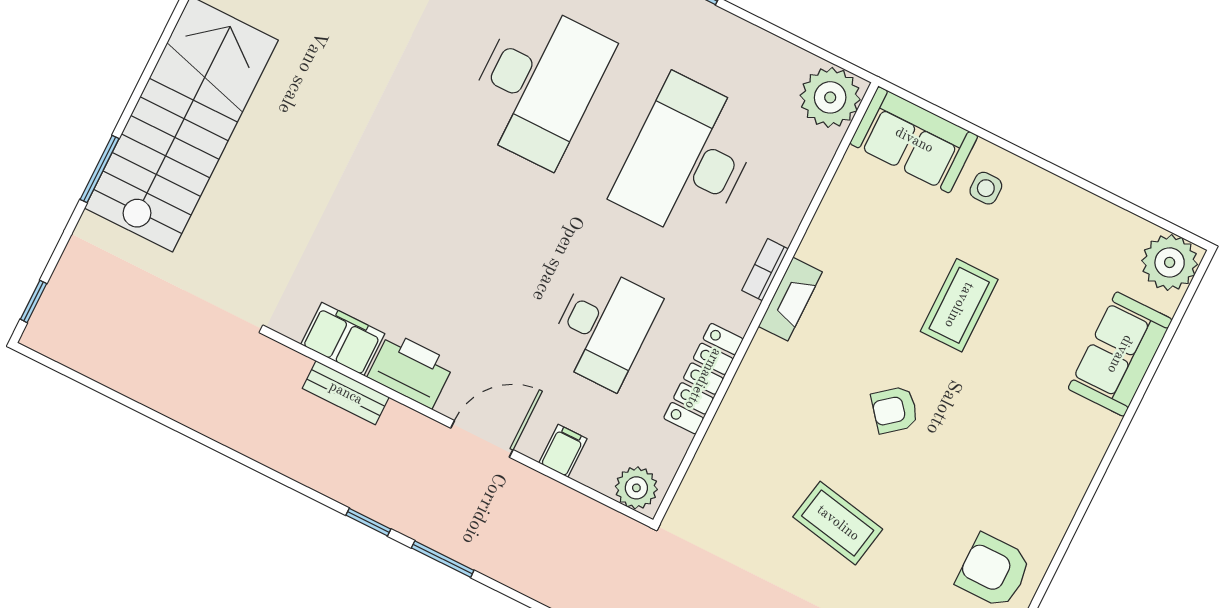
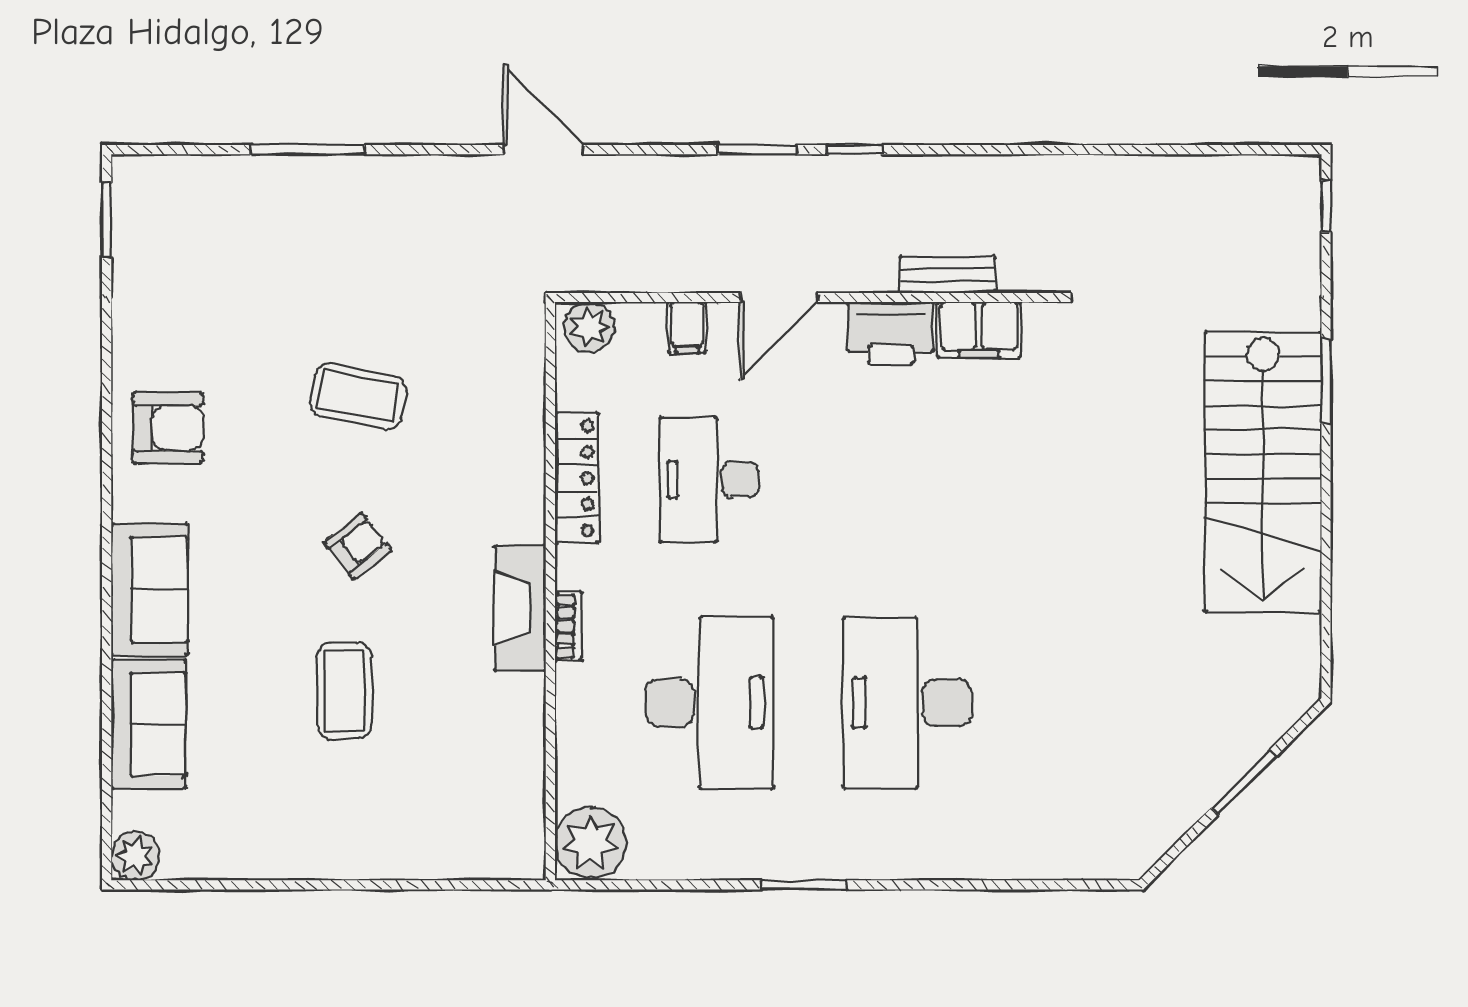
sofa: (914, 140) -> (149, 590), moved, turned 90
side table: (986, 188) -> (378, 829), removed
plant: (1170, 262) -> (135, 856), width x0.73, depth x0.73
fireplace: (790, 299) -> (520, 608), width x1.37, depth x1.32

